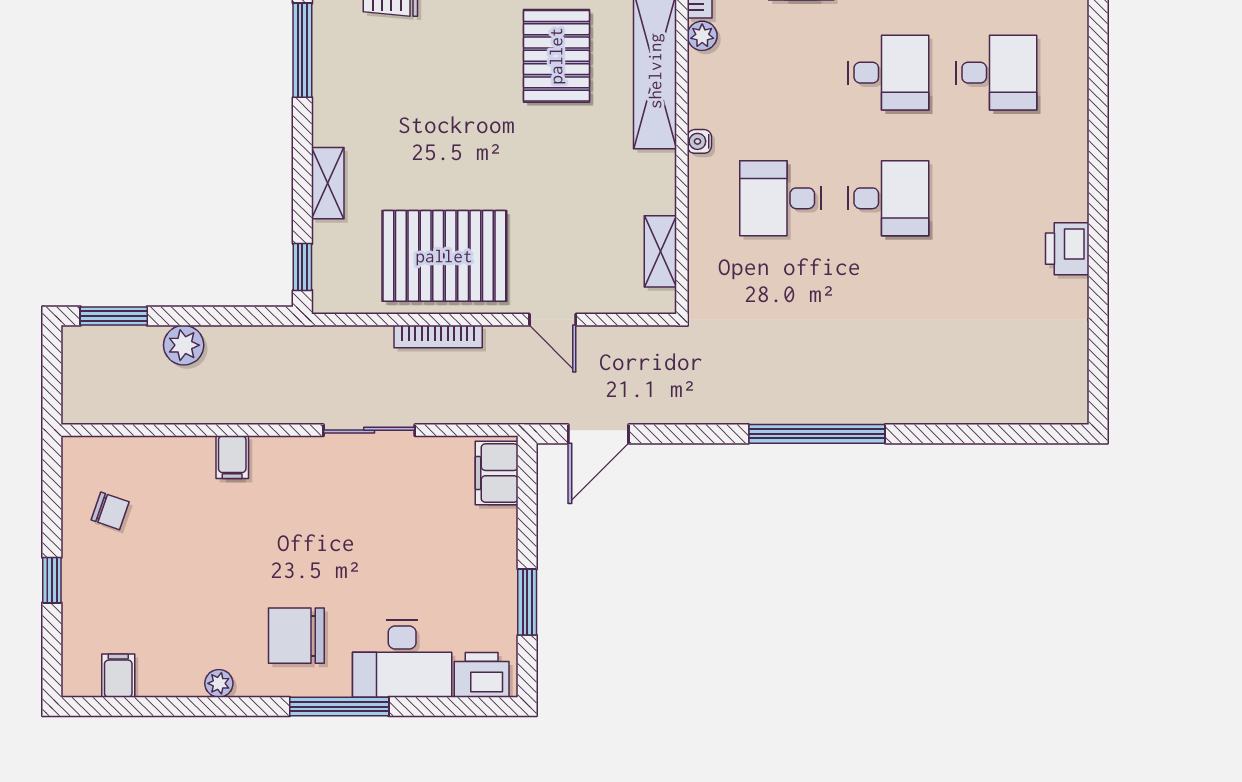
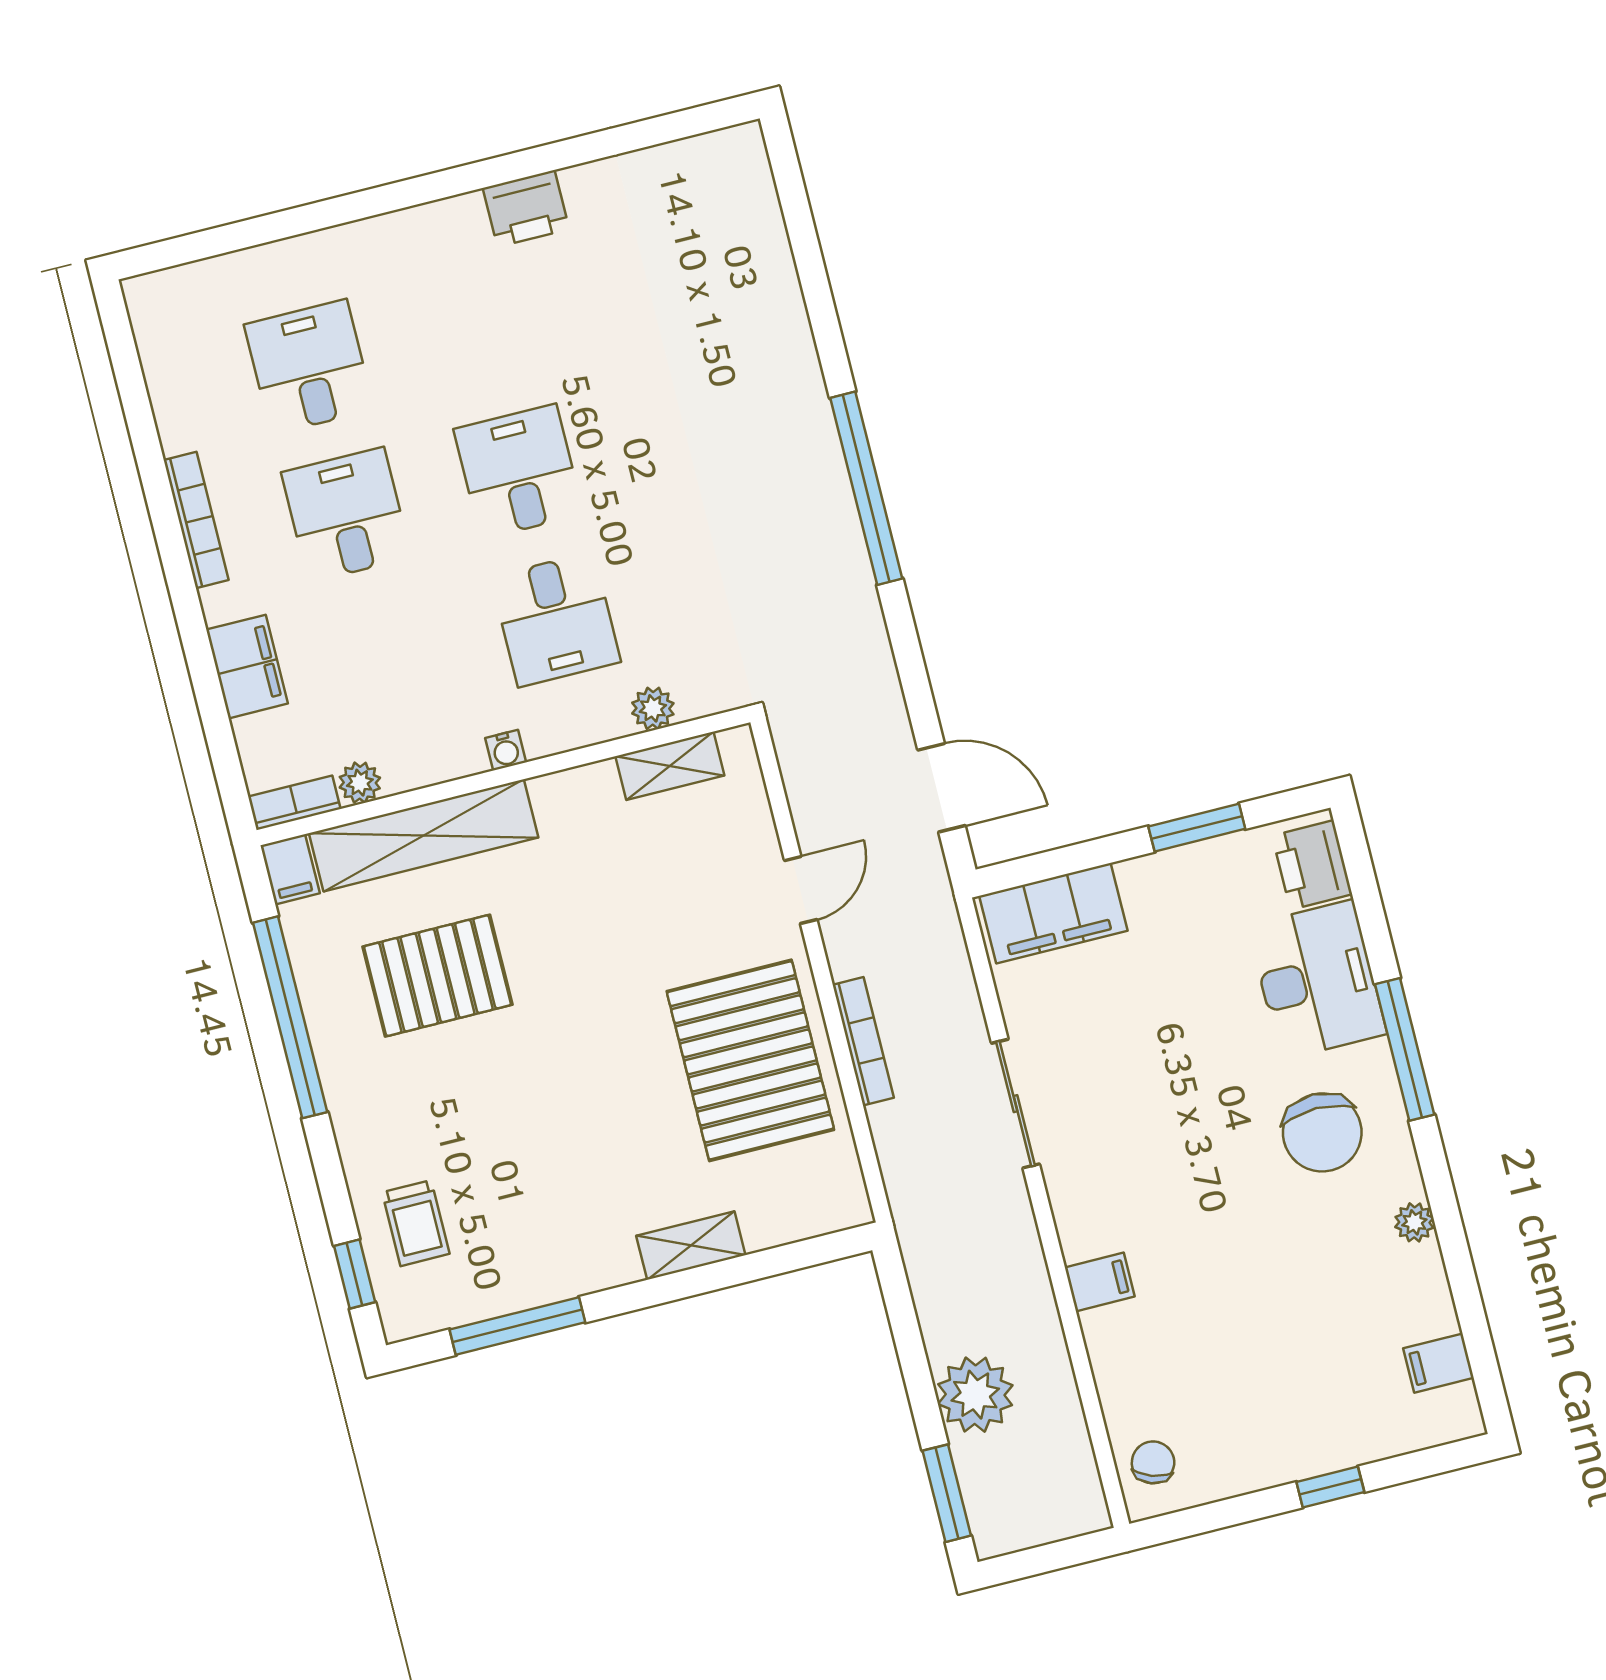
plant: (703, 250) -> (653, 708), added
window: (302, 267) -> (815, 1251), removed
plant: (184, 345) -> (975, 1395), width x1.36, depth x1.36
filing cabinet: (497, 473) -> (1053, 913), width x1.50, depth x1.17
chair: (110, 511) -> (1153, 1462), moved

